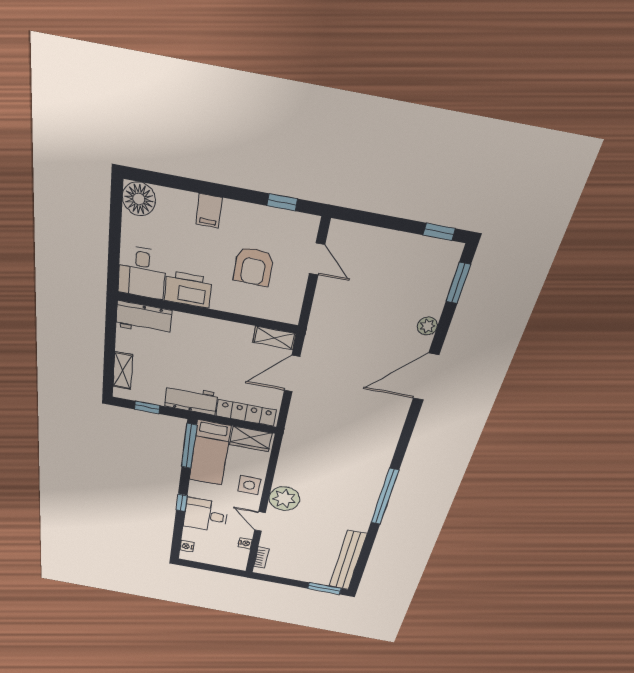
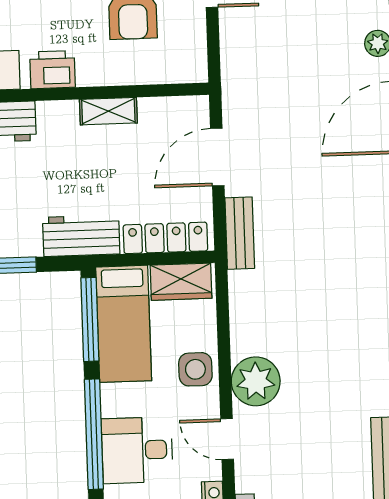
printer: (188, 289) -> (53, 70), width x0.73, depth x0.84
shelving: (274, 338) -> (108, 111), moved
bench: (295, 421) -> (240, 233), added
window: (182, 503) -> (94, 434), width x3.17

